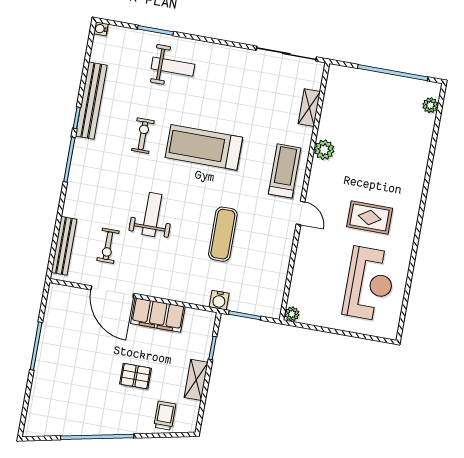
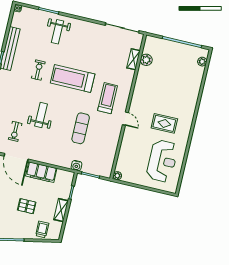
weight bench: (173, 67) -> (57, 32), turned 90
plant: (324, 150) -> (146, 60), moved
treadmill: (285, 171) -> (108, 98), moved

